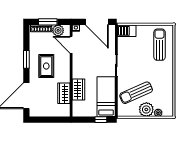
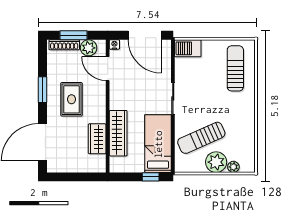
wardrobe: (79, 89) -> (118, 133), width x1.50

